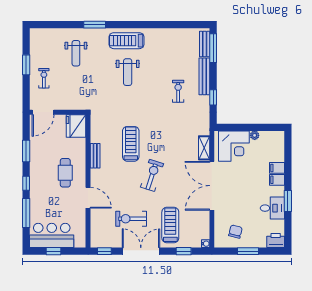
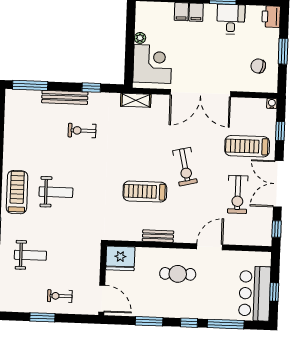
treadmill: (127, 41) -> (17, 192), turned 180
bench: (205, 44) -> (25, 96), removed
shelving: (204, 148) -> (136, 100), moved
exercise bike: (152, 175) -> (185, 167), turned -121

